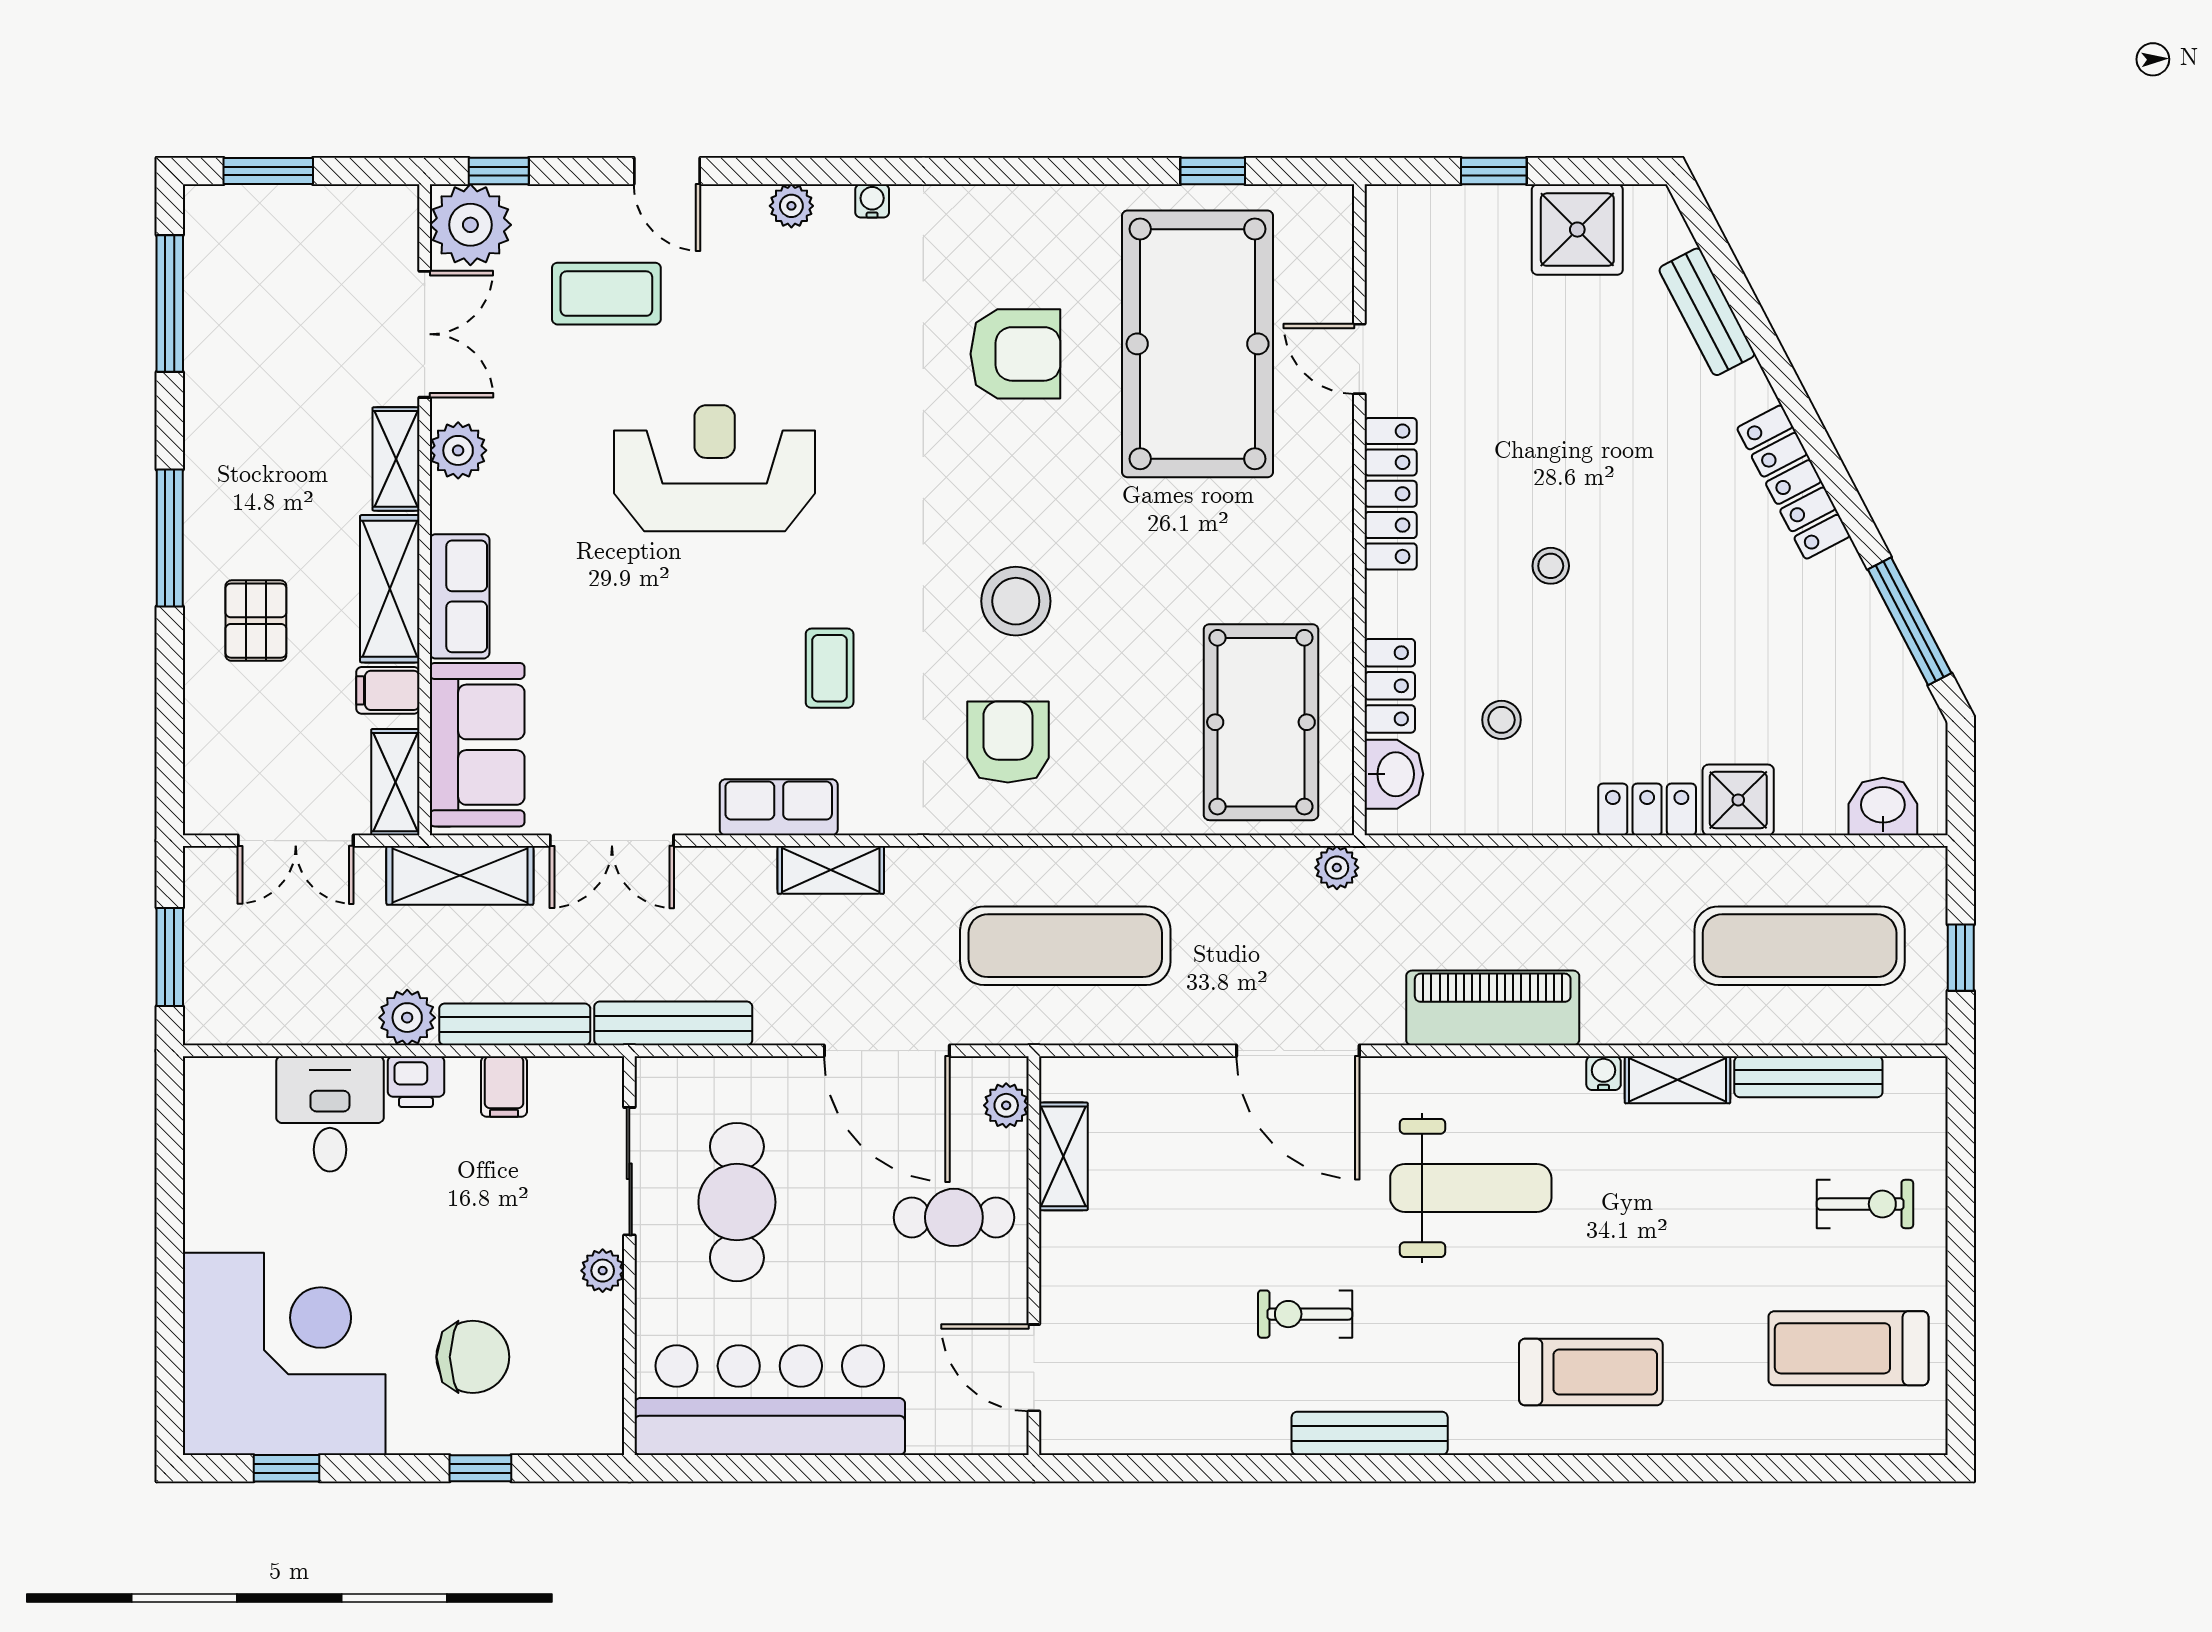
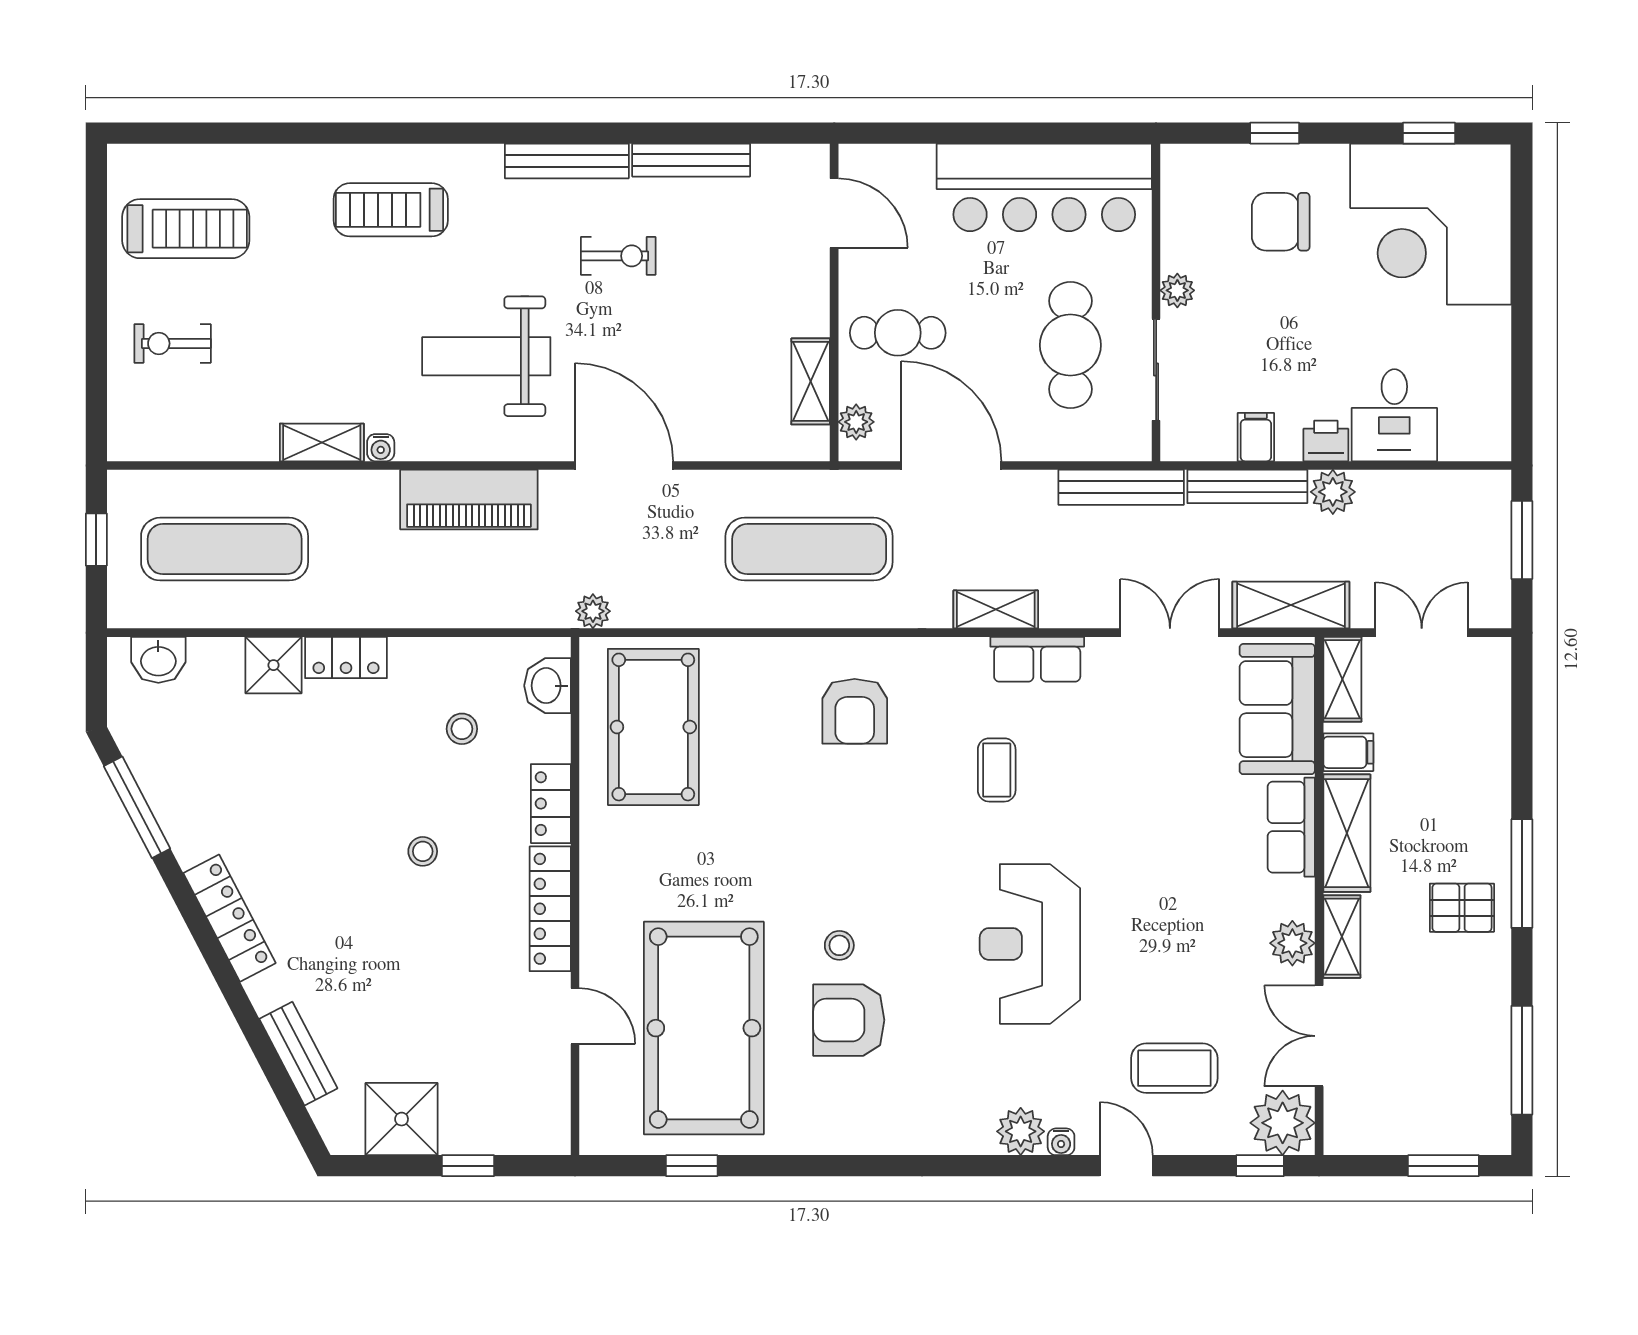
water cooler: (872, 201) -> (1061, 1142), moved
plant: (791, 206) -> (1021, 1131), width x1.38, depth x1.38
reception desk: (715, 468) -> (1030, 944), moved, turned 90
stool: (1016, 601) -> (839, 945), moved, width x0.53, depth x0.53
pallet: (256, 621) -> (1462, 908), moved, turned 90
locker: (1390, 686) -> (551, 804), moved
bench: (1808, 1077) -> (691, 160), moved

